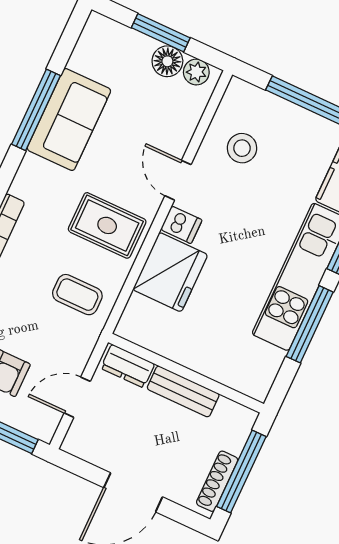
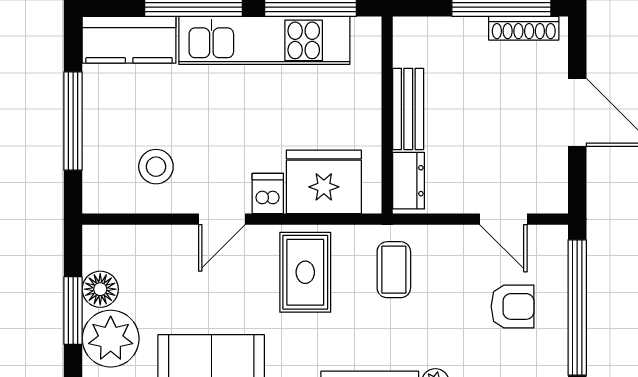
plant: (196, 72) -> (111, 339), moved, width x1.88, depth x1.88
dresser: (128, 366) -> (409, 181), moved
wall: (186, 373) -> (387, 115), moved
bench: (183, 391) -> (408, 109), moved

